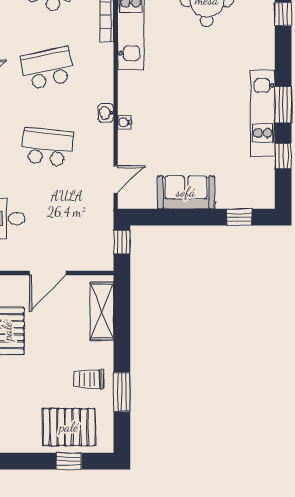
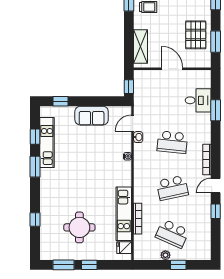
washbasin: (106, 113) -> (138, 137), moved
kitchen unit: (263, 113) -> (47, 143), moved
door: (48, 273) -> (172, 69), hinge flipped

